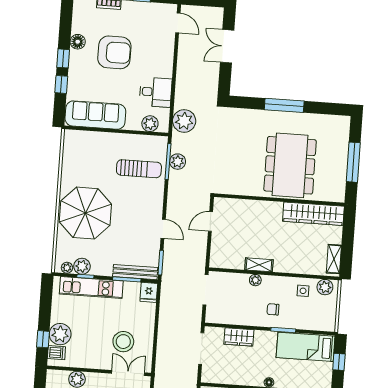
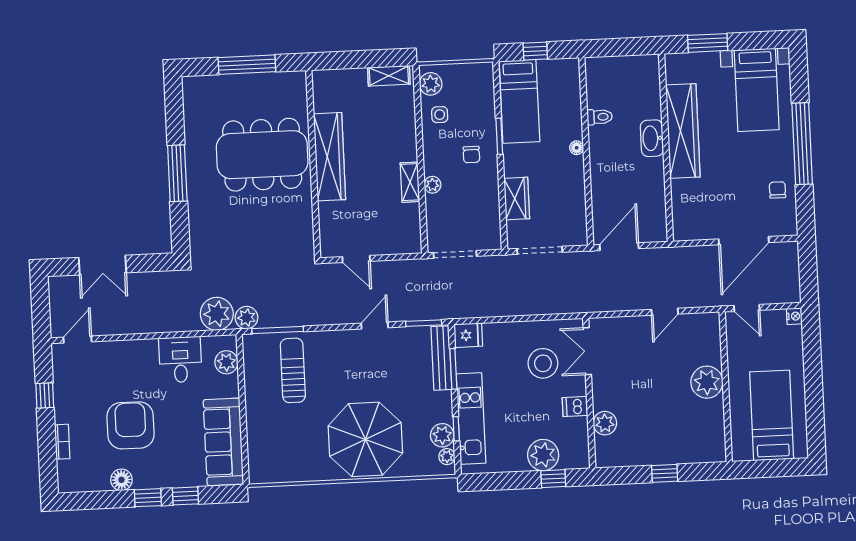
plant: (178, 162) -> (246, 318), moved
wardrobe: (313, 214) -> (330, 157), moved
dishwasher: (56, 353) -> (575, 406), moved, turned -90

